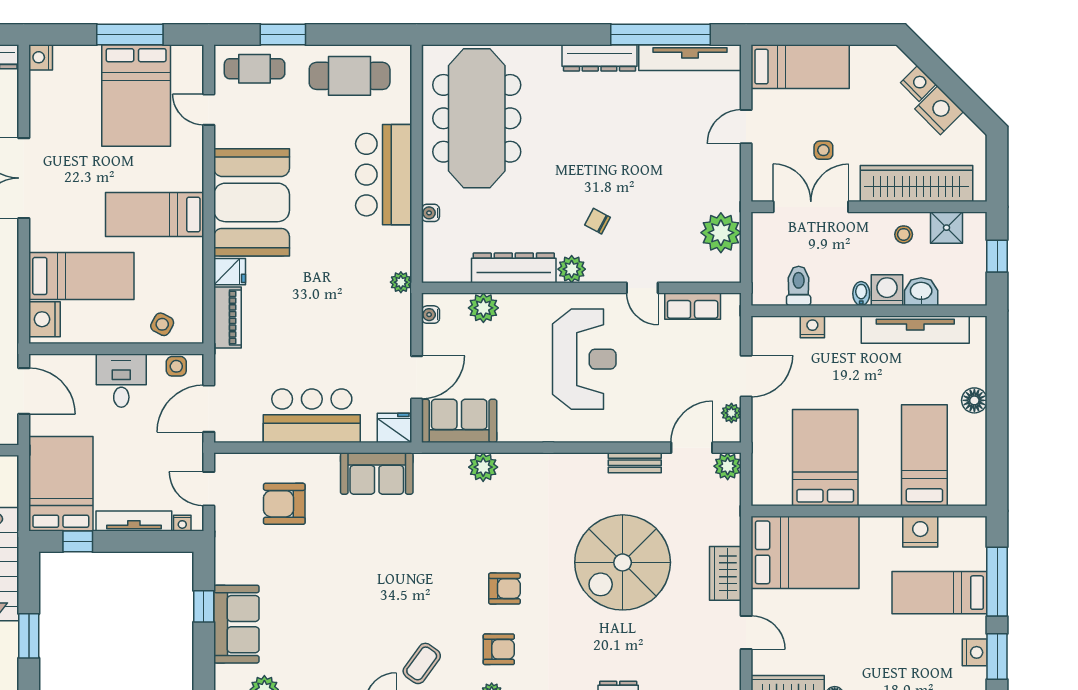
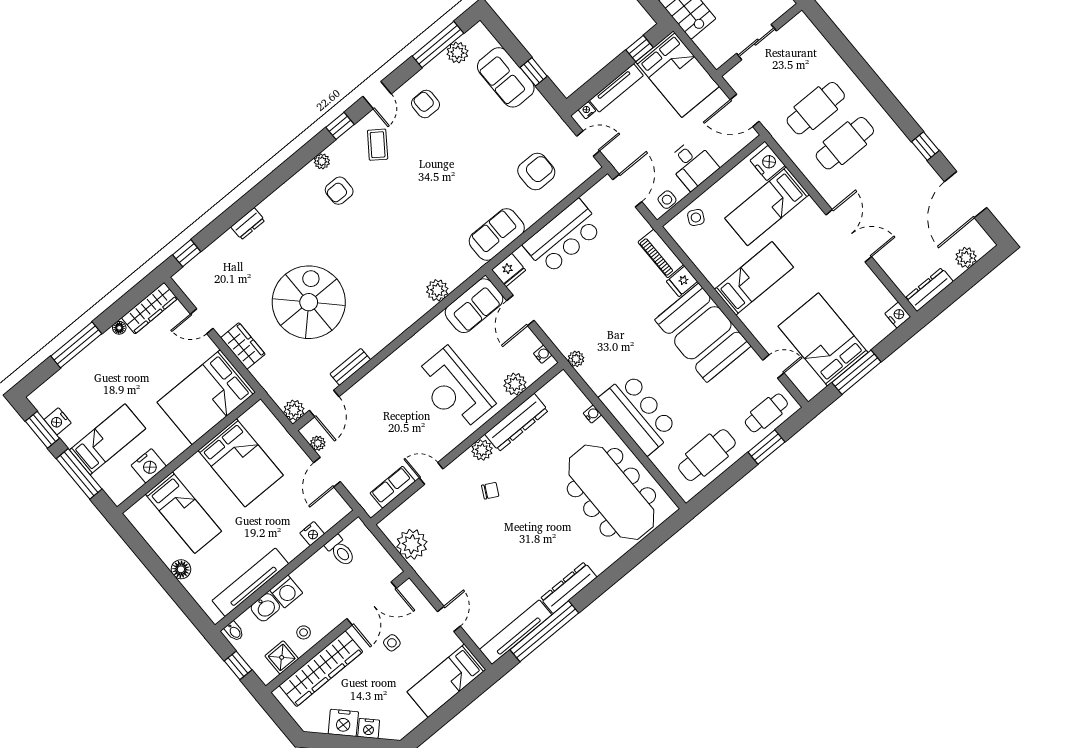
bidet: (861, 294) -> (234, 631), moved
reception desk: (584, 359) -> (453, 389), moved
armchair: (504, 589) -> (426, 104), moved, turned 90

